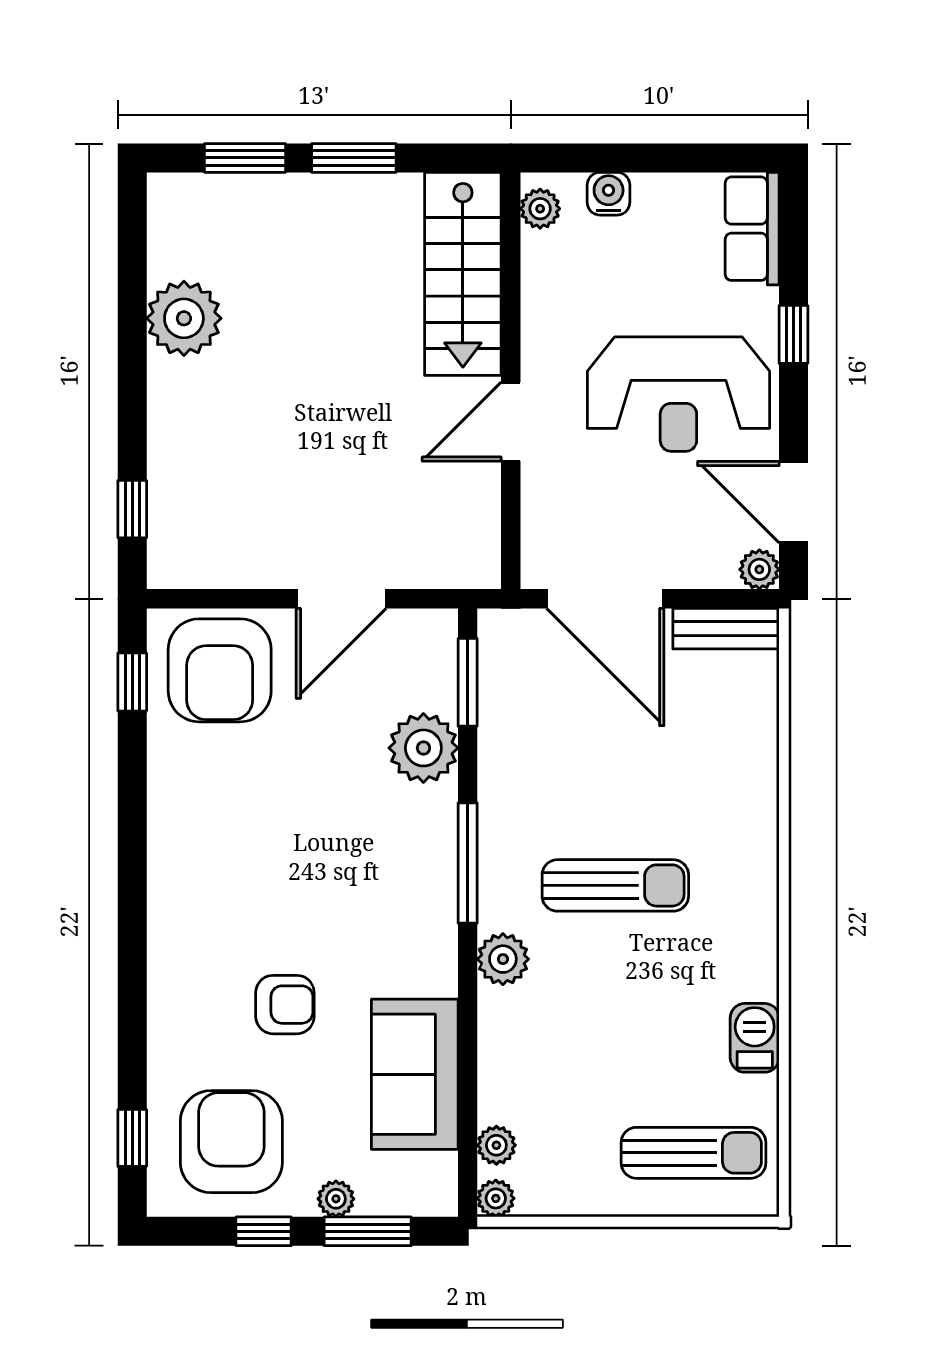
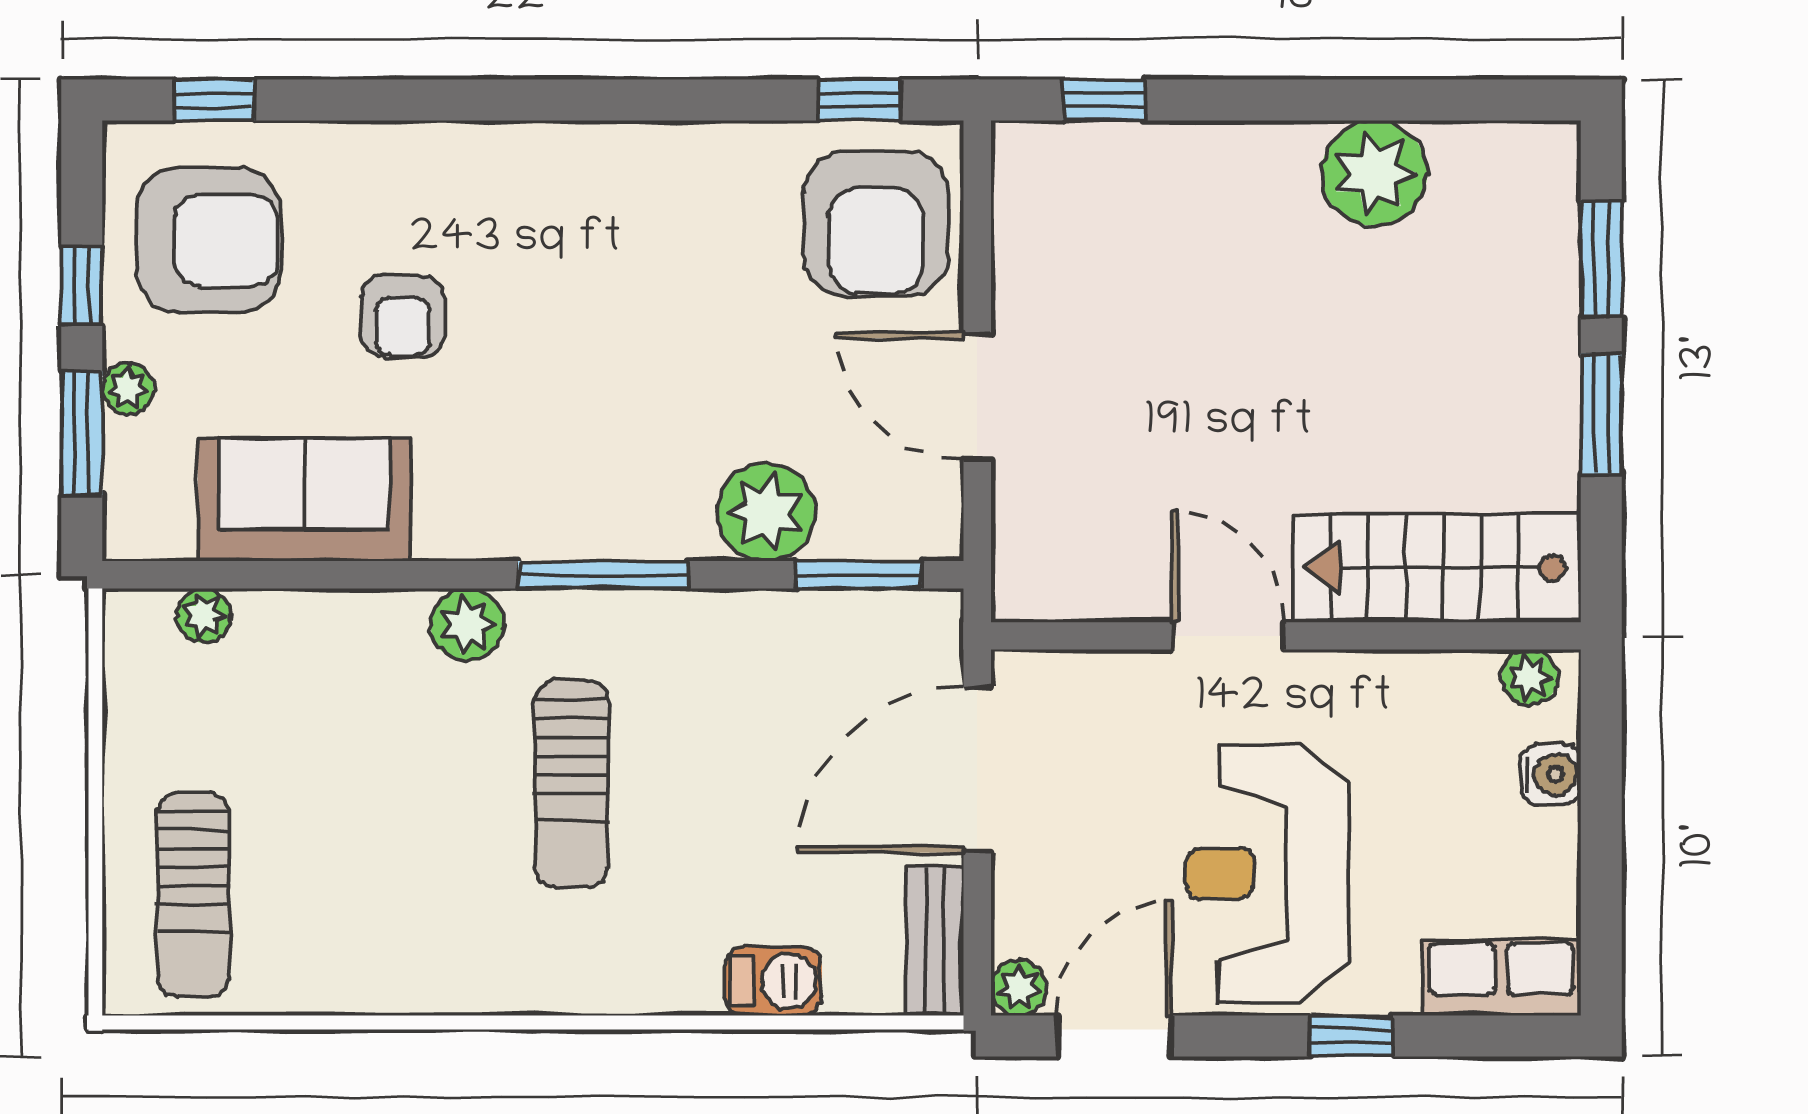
armchair: (220, 670) -> (876, 224), turned -90
barbecue: (755, 1038) -> (773, 981), moved
plant: (496, 1198) -> (128, 615), removed

